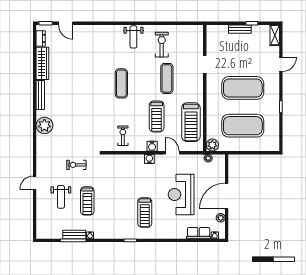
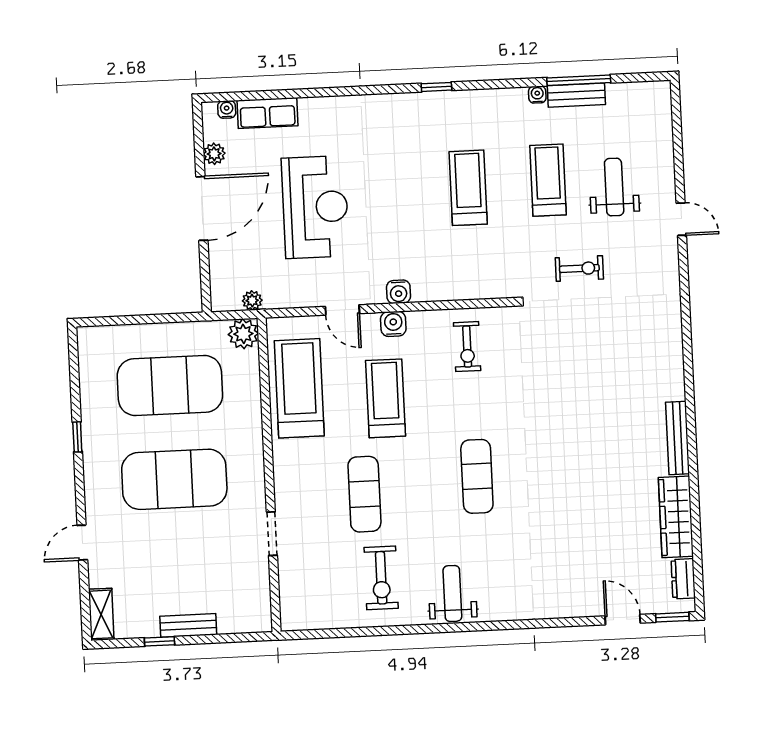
plant: (44, 125) -> (663, 363), removed
door: (35, 183) -> (681, 219), hinge flipped
treadmill: (145, 212) -> (468, 188), moved

